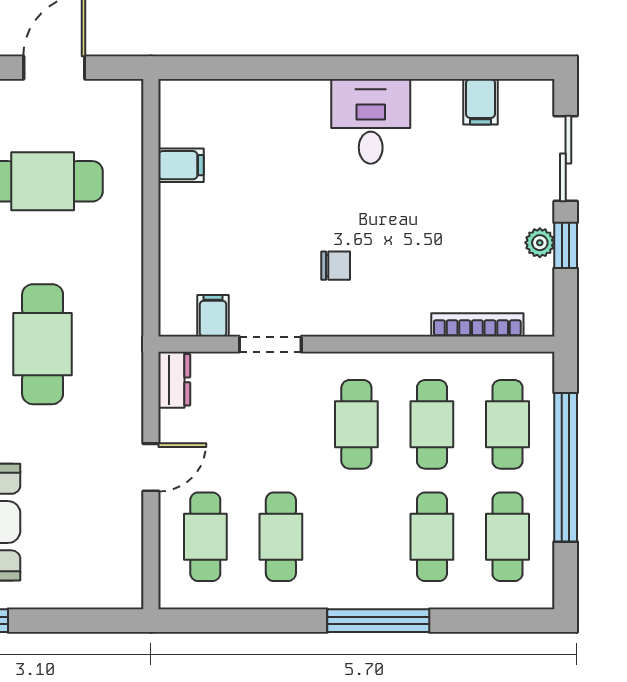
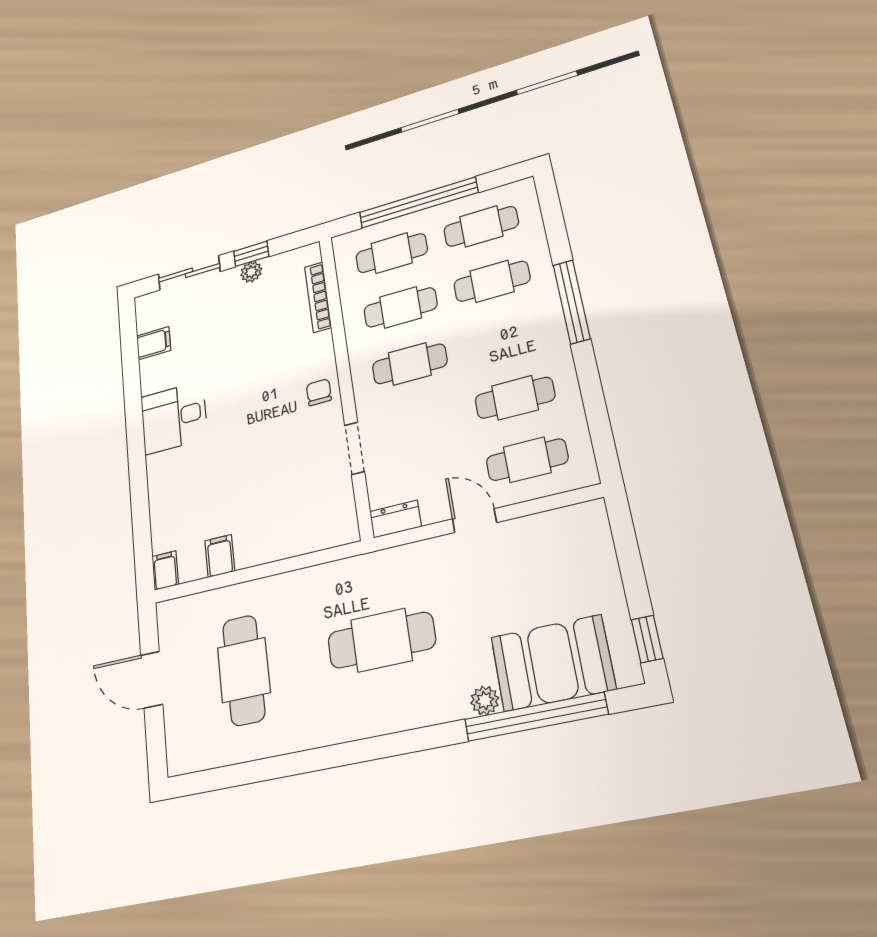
chair: (336, 266) -> (319, 392), moved
filing cabinet: (213, 316) -> (165, 571), moved, turned 90

